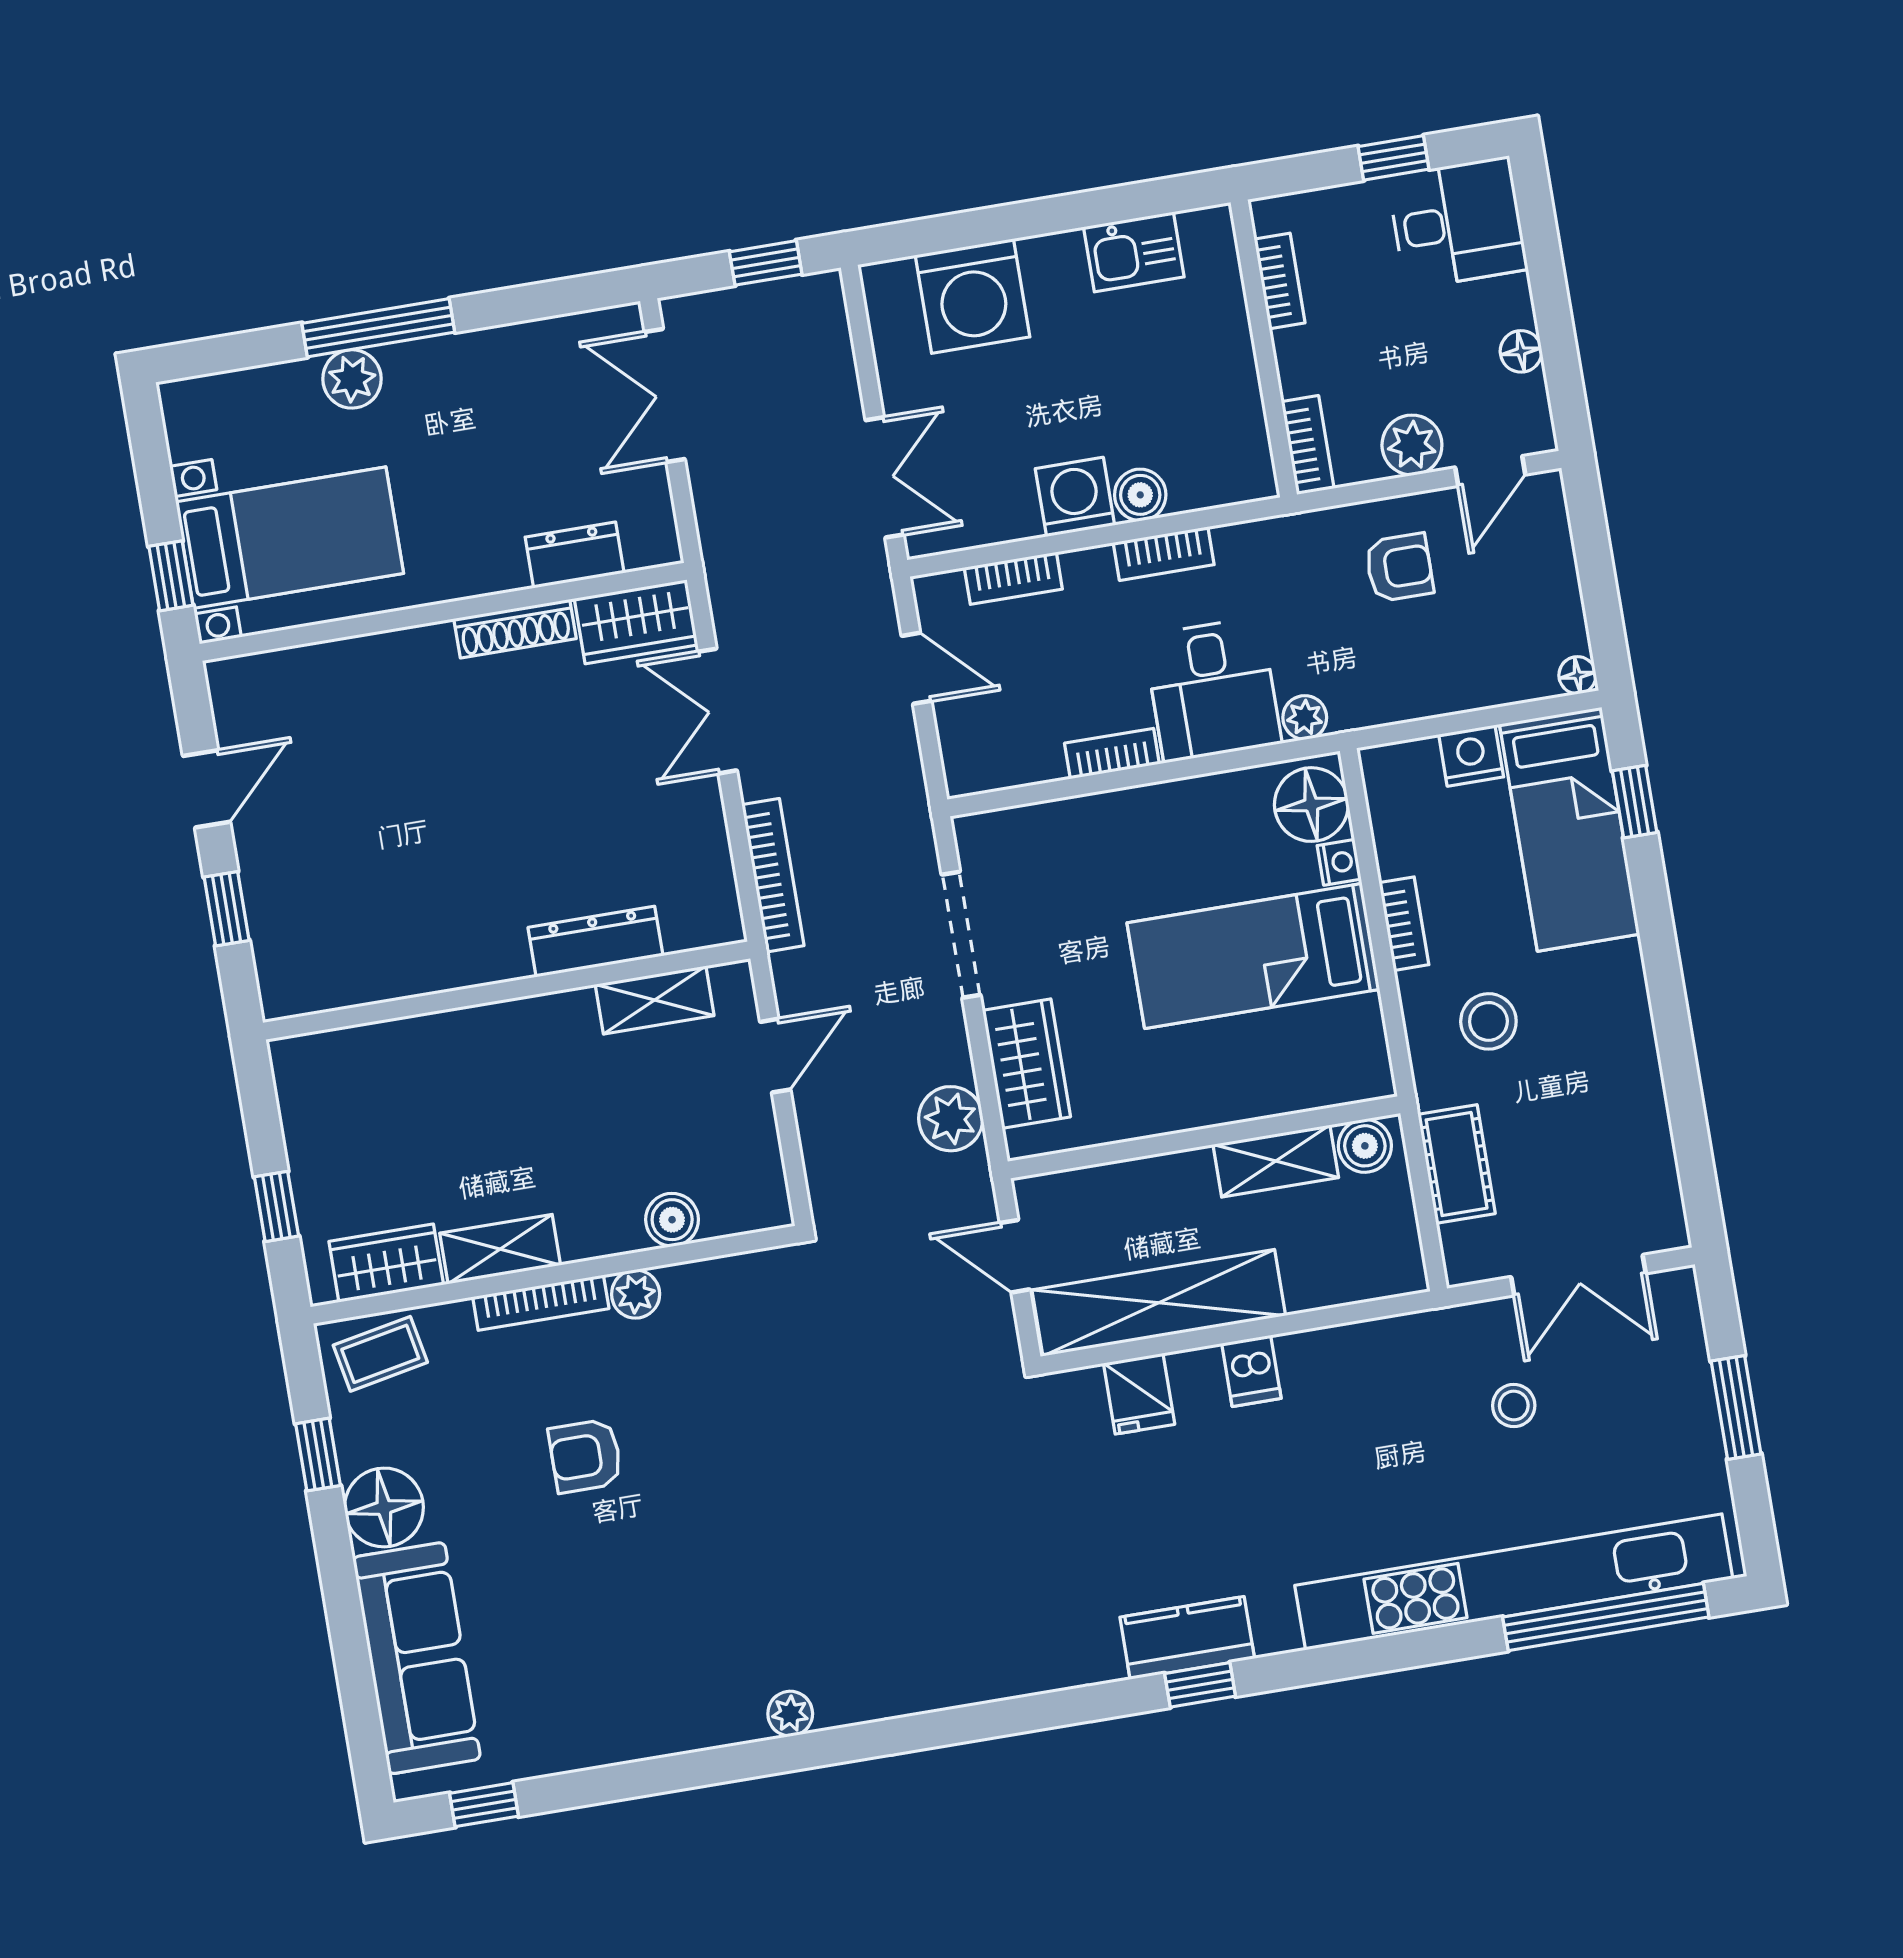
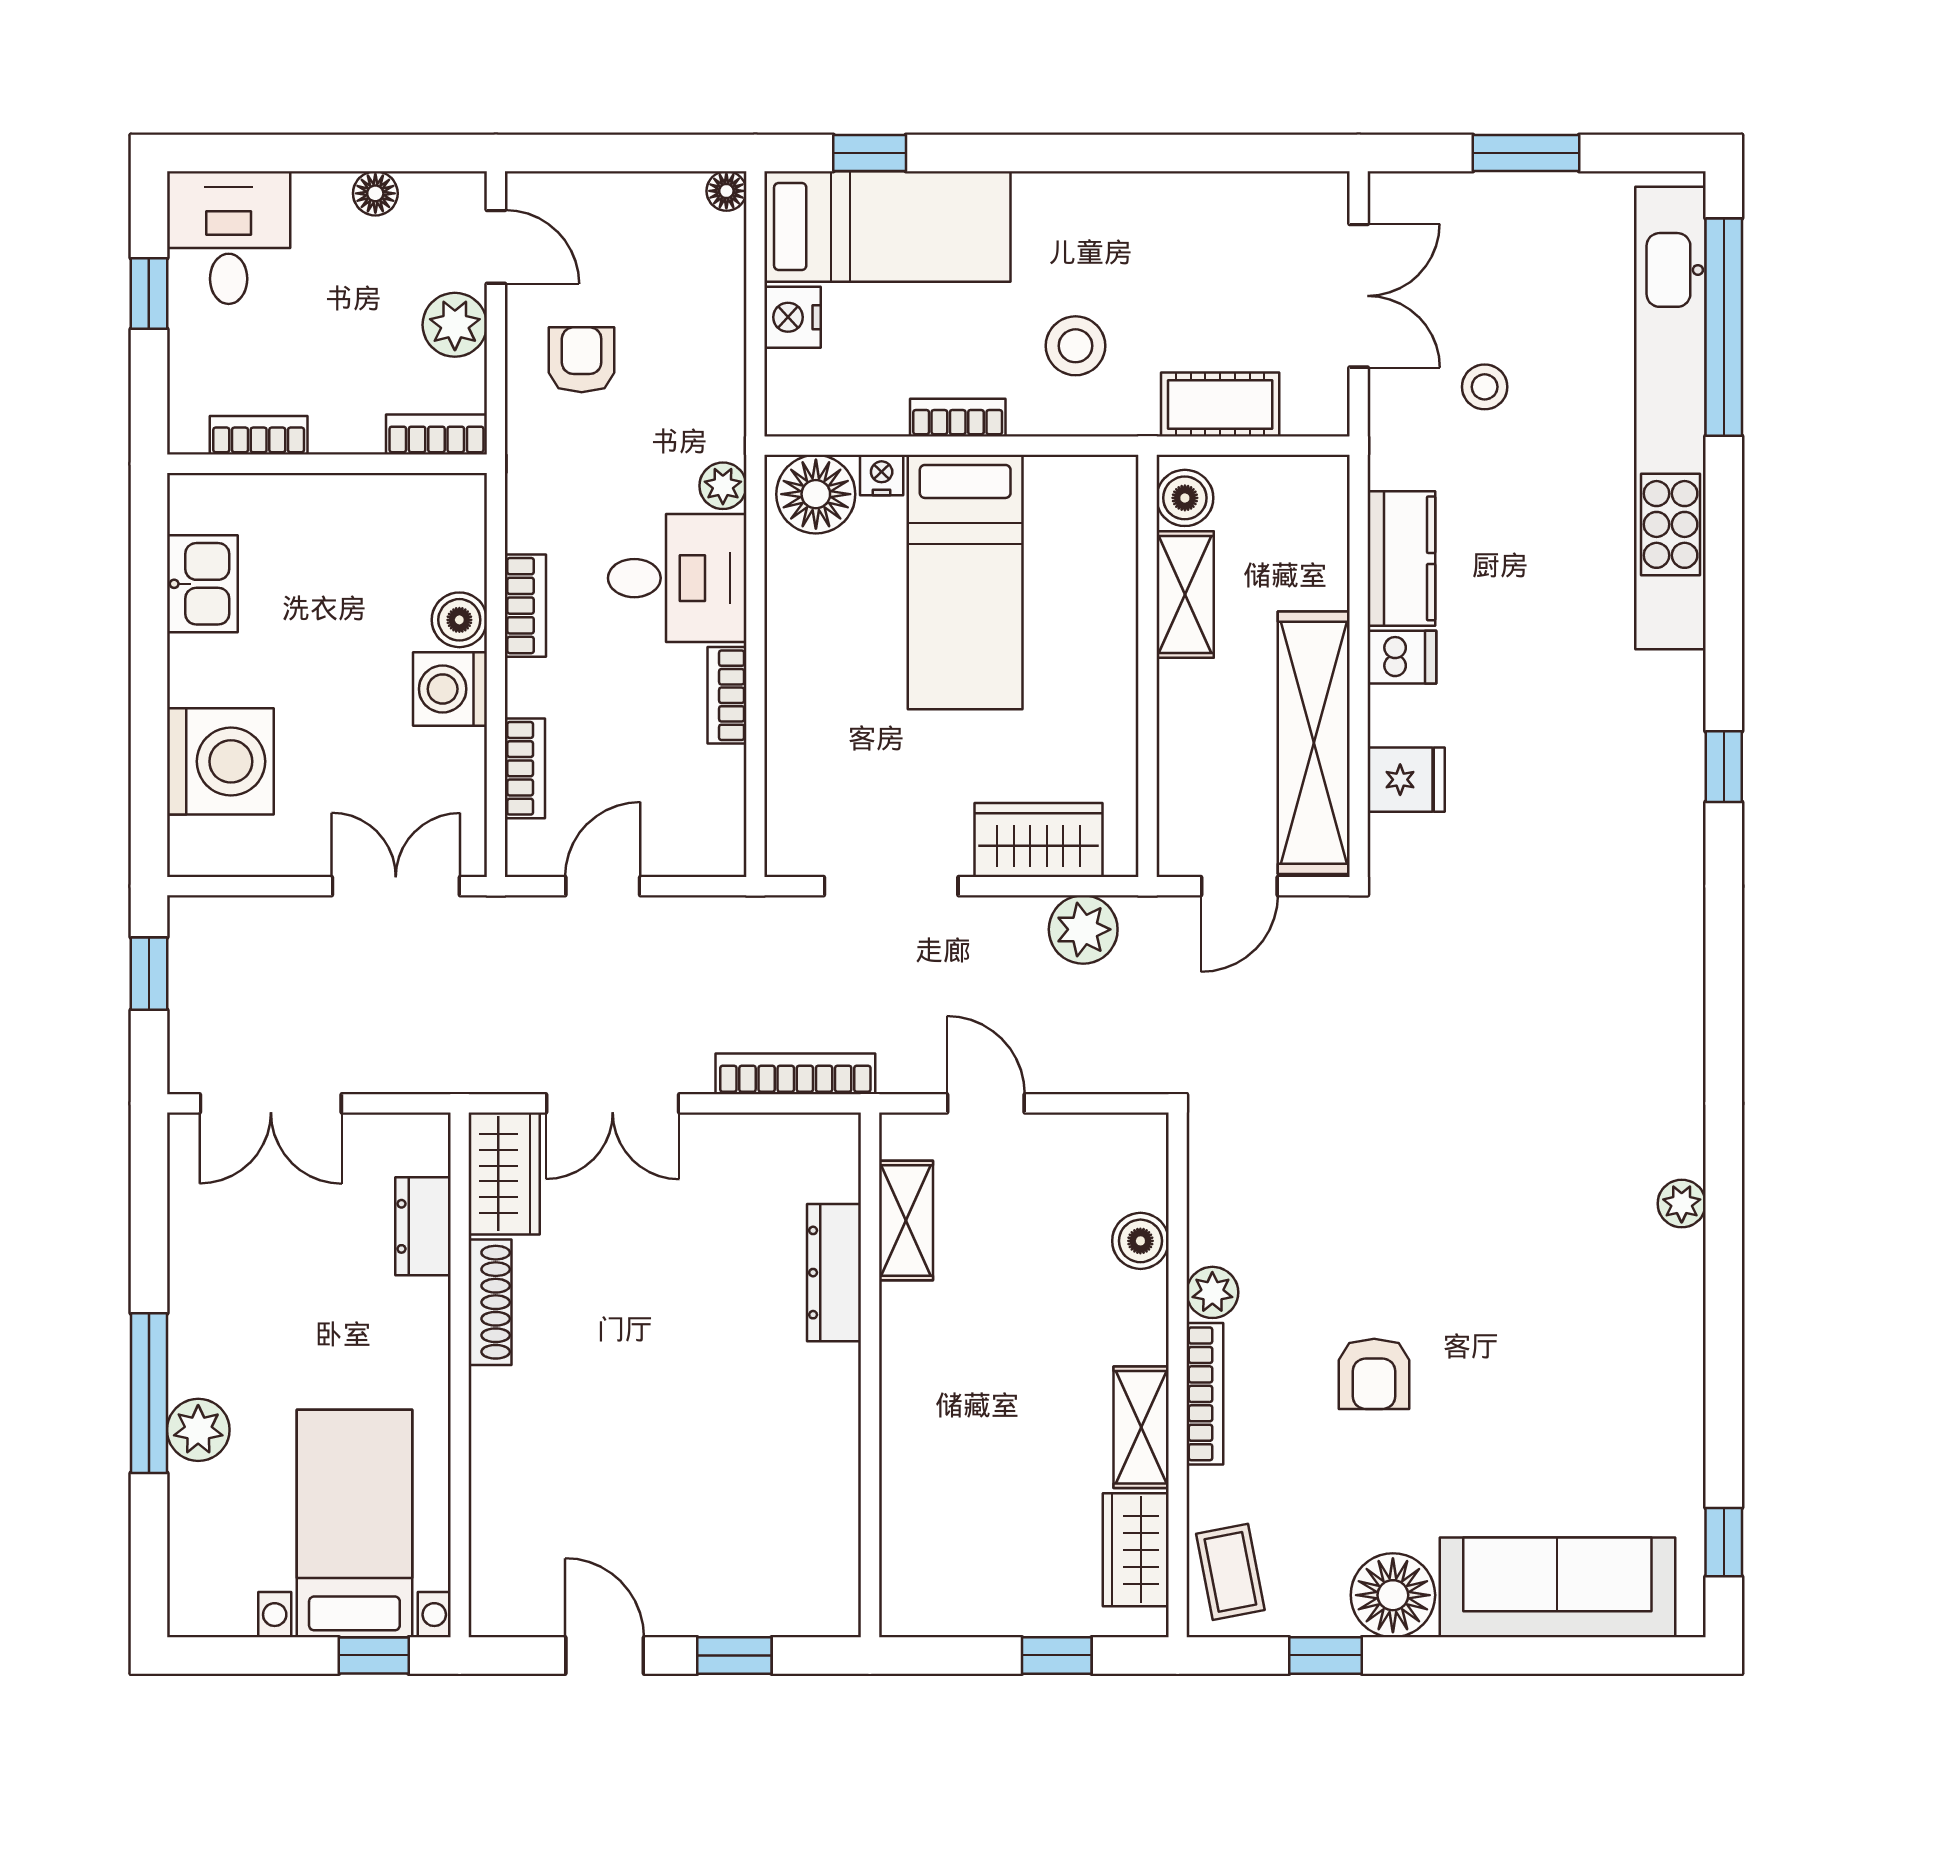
kitchen counter: (1187, 1638) -> (1401, 558), moved, turned 180

